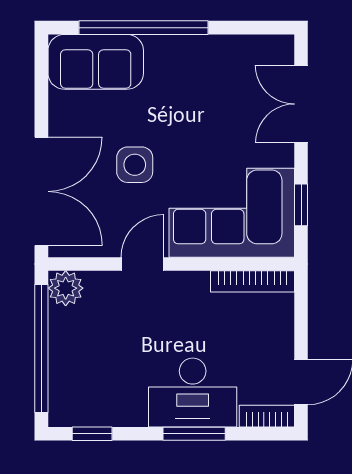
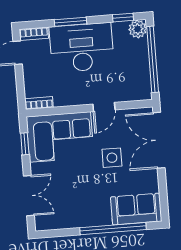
bookcase: (252, 281) -> (39, 103), width x0.64
plant: (66, 288) -> (138, 29), moved
desk: (193, 393) -> (82, 48), width x1.36, depth x1.30

